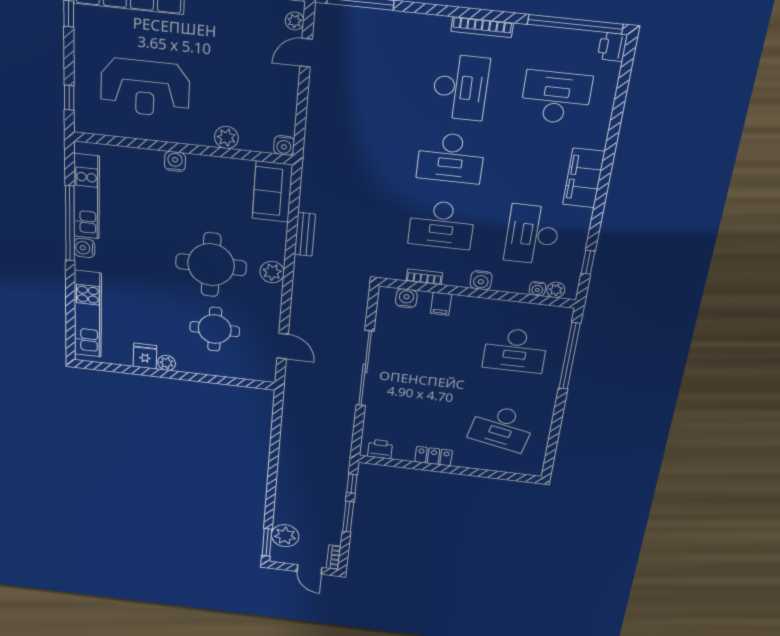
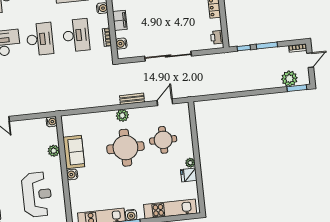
sofa: (272, 192) -> (74, 152), moved, turned -90
bench: (305, 234) -> (132, 99), moved
filing cabinet: (441, 304) -> (120, 20), width x2.00

